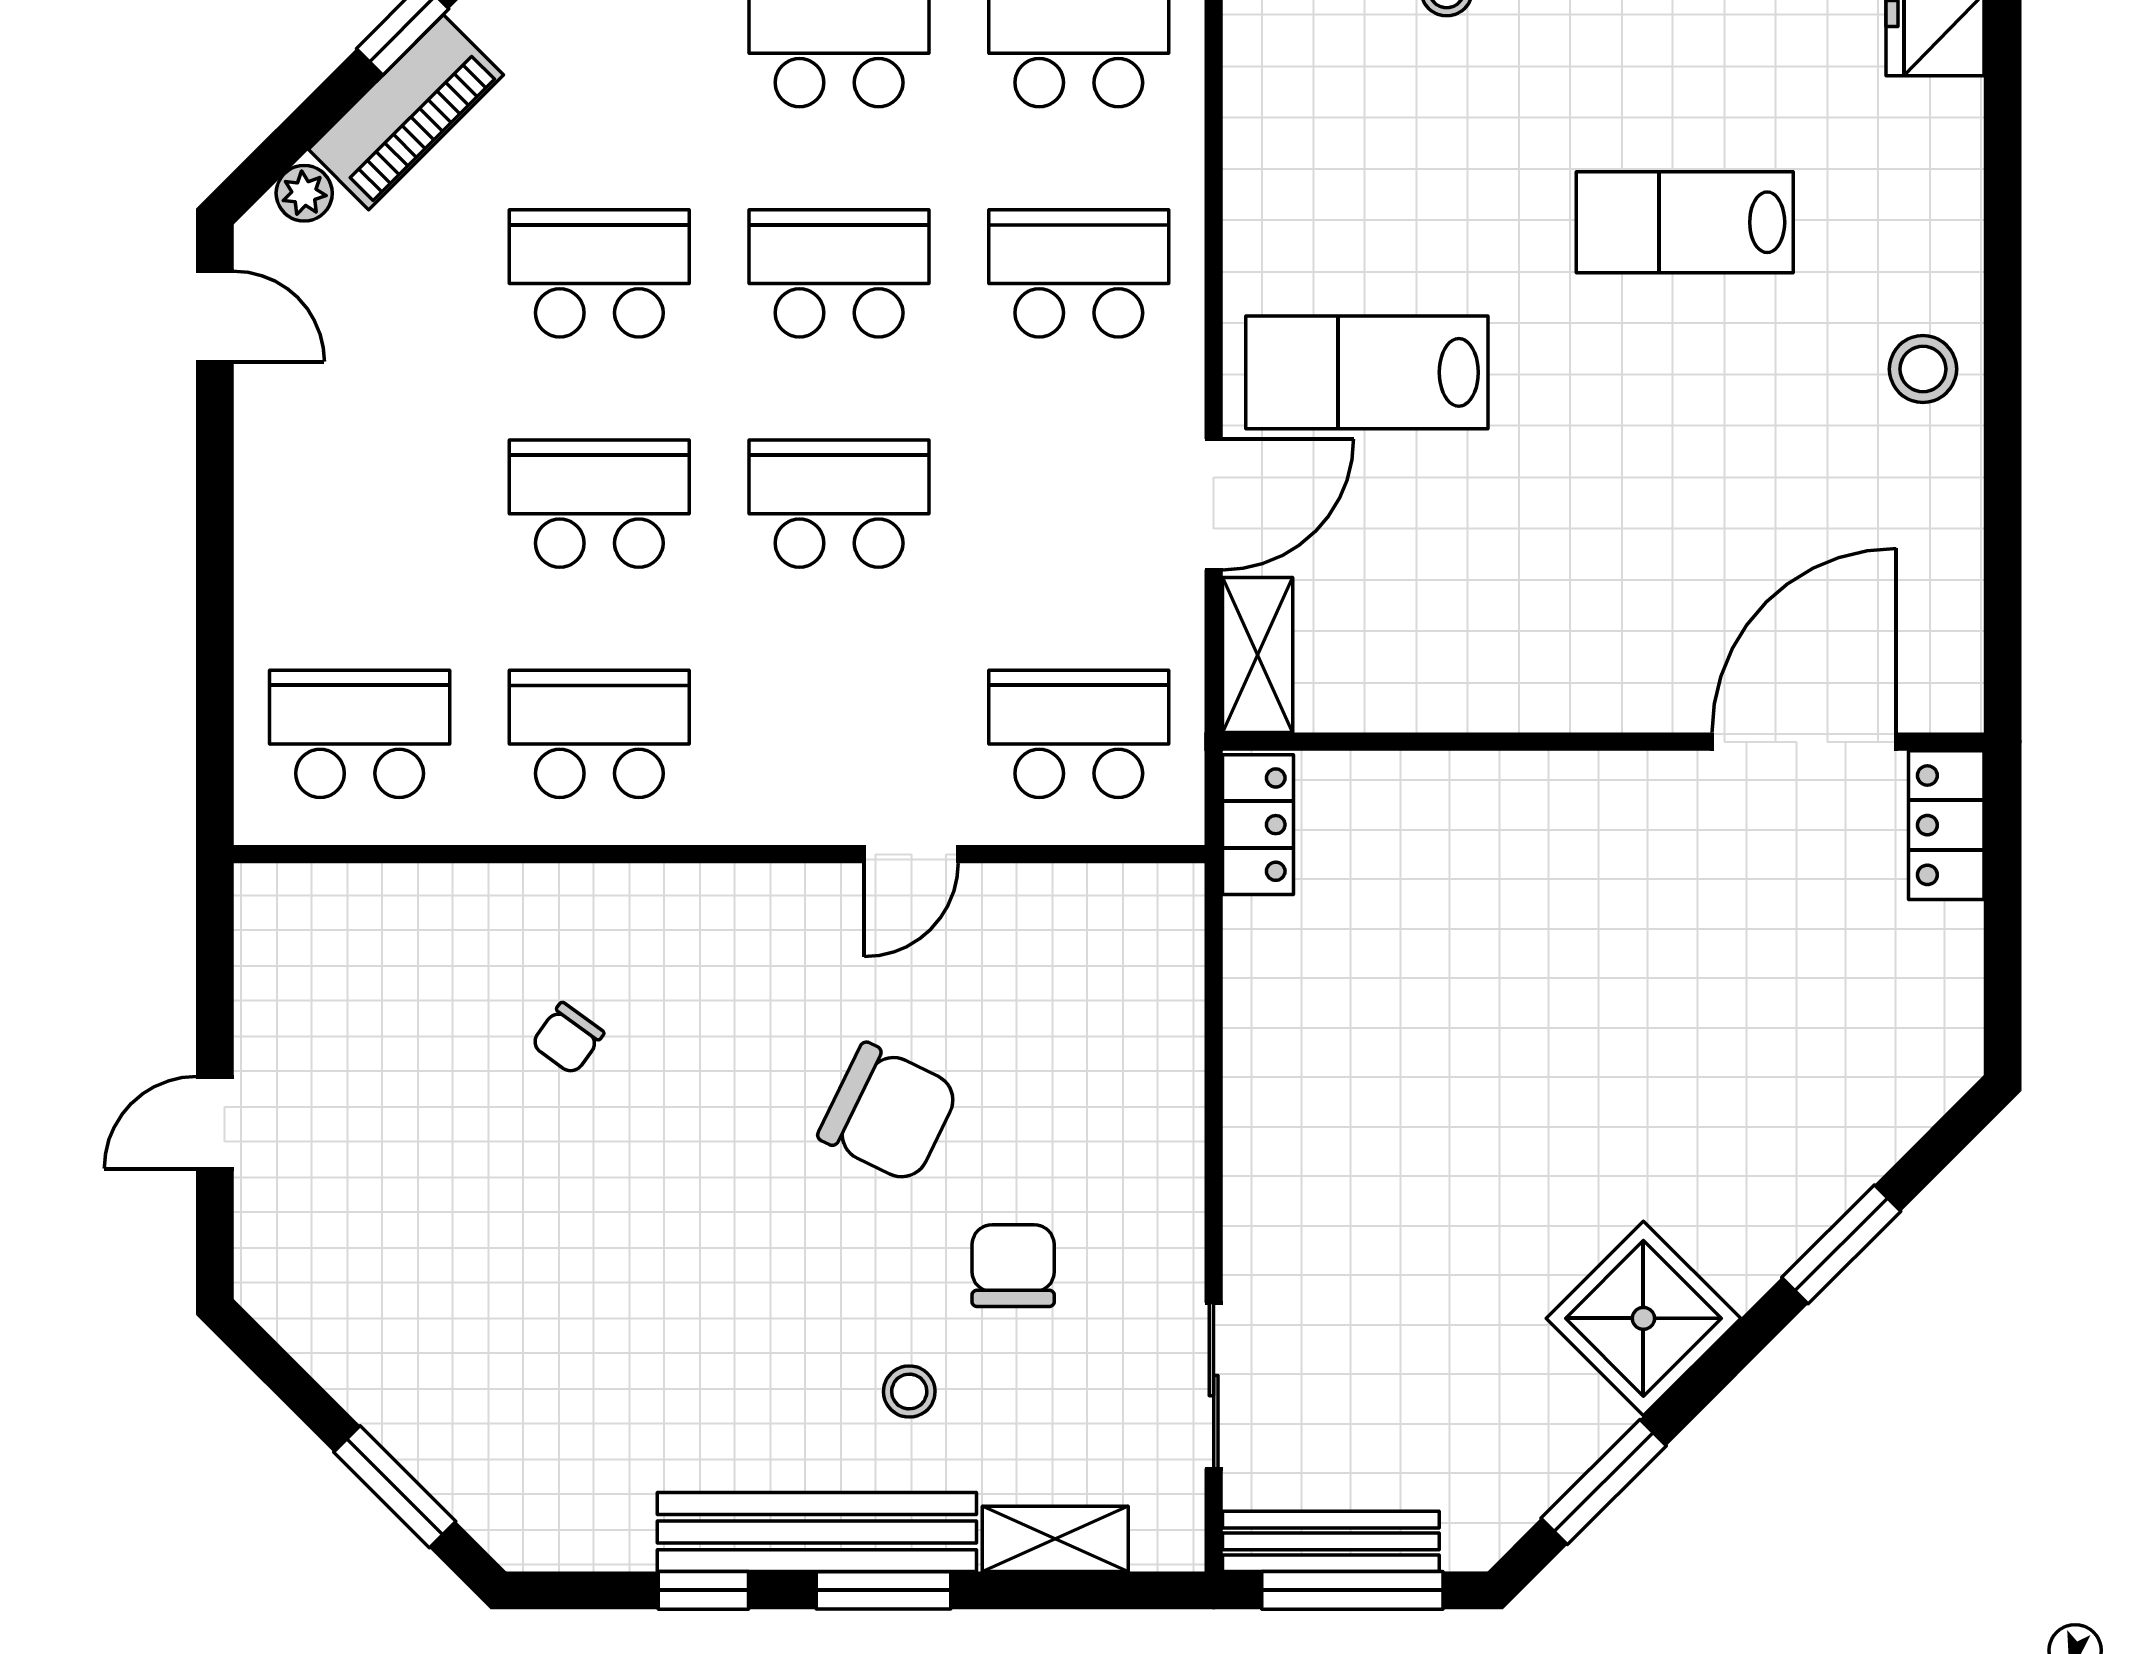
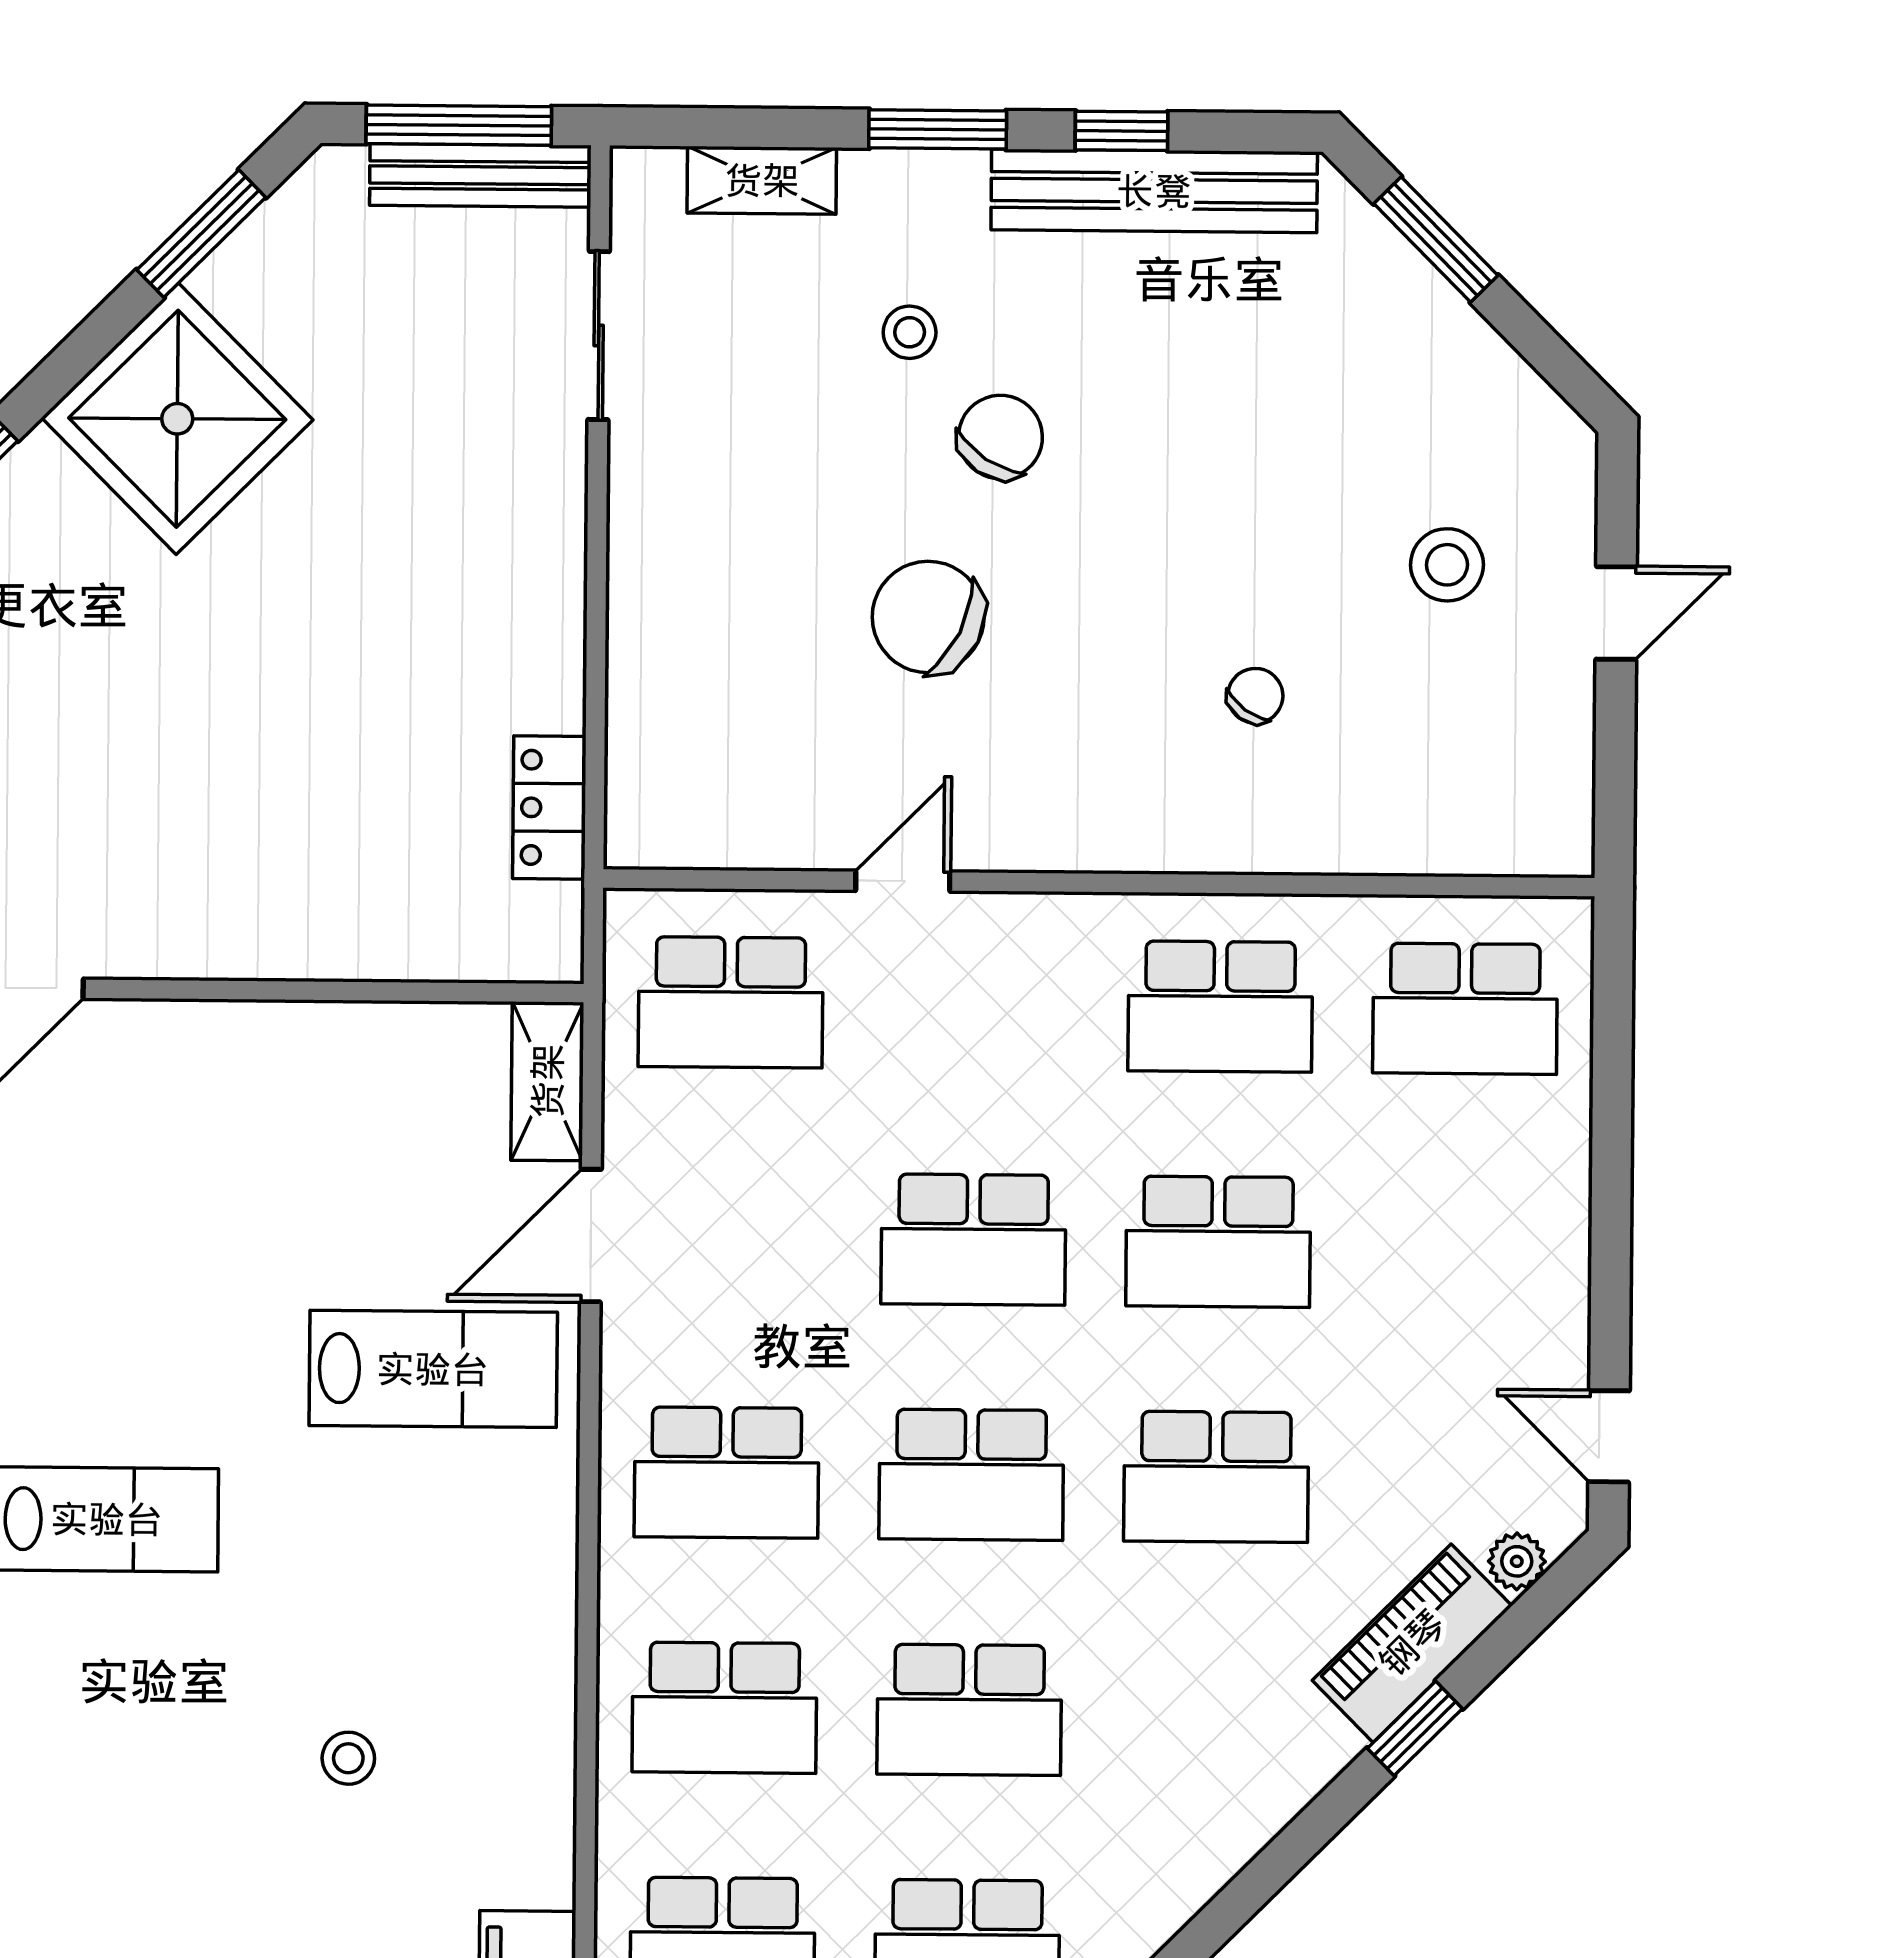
locker: (1258, 825) -> (549, 808), moved
stool: (381, 1168) -> (1447, 565), added
chair: (1013, 1266) -> (1000, 437), moved, turned -147
shower: (1643, 1318) -> (177, 419), width x1.37, depth x1.37
bench: (817, 1532) -> (1154, 191), moved

